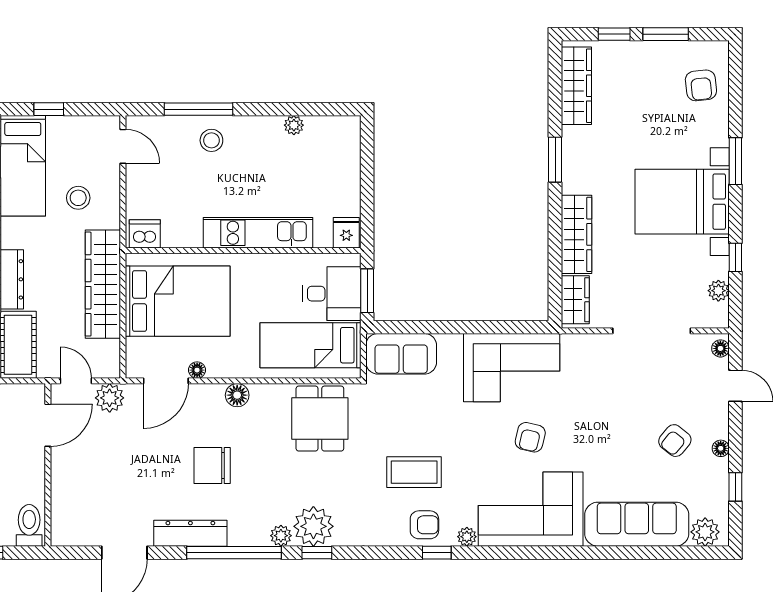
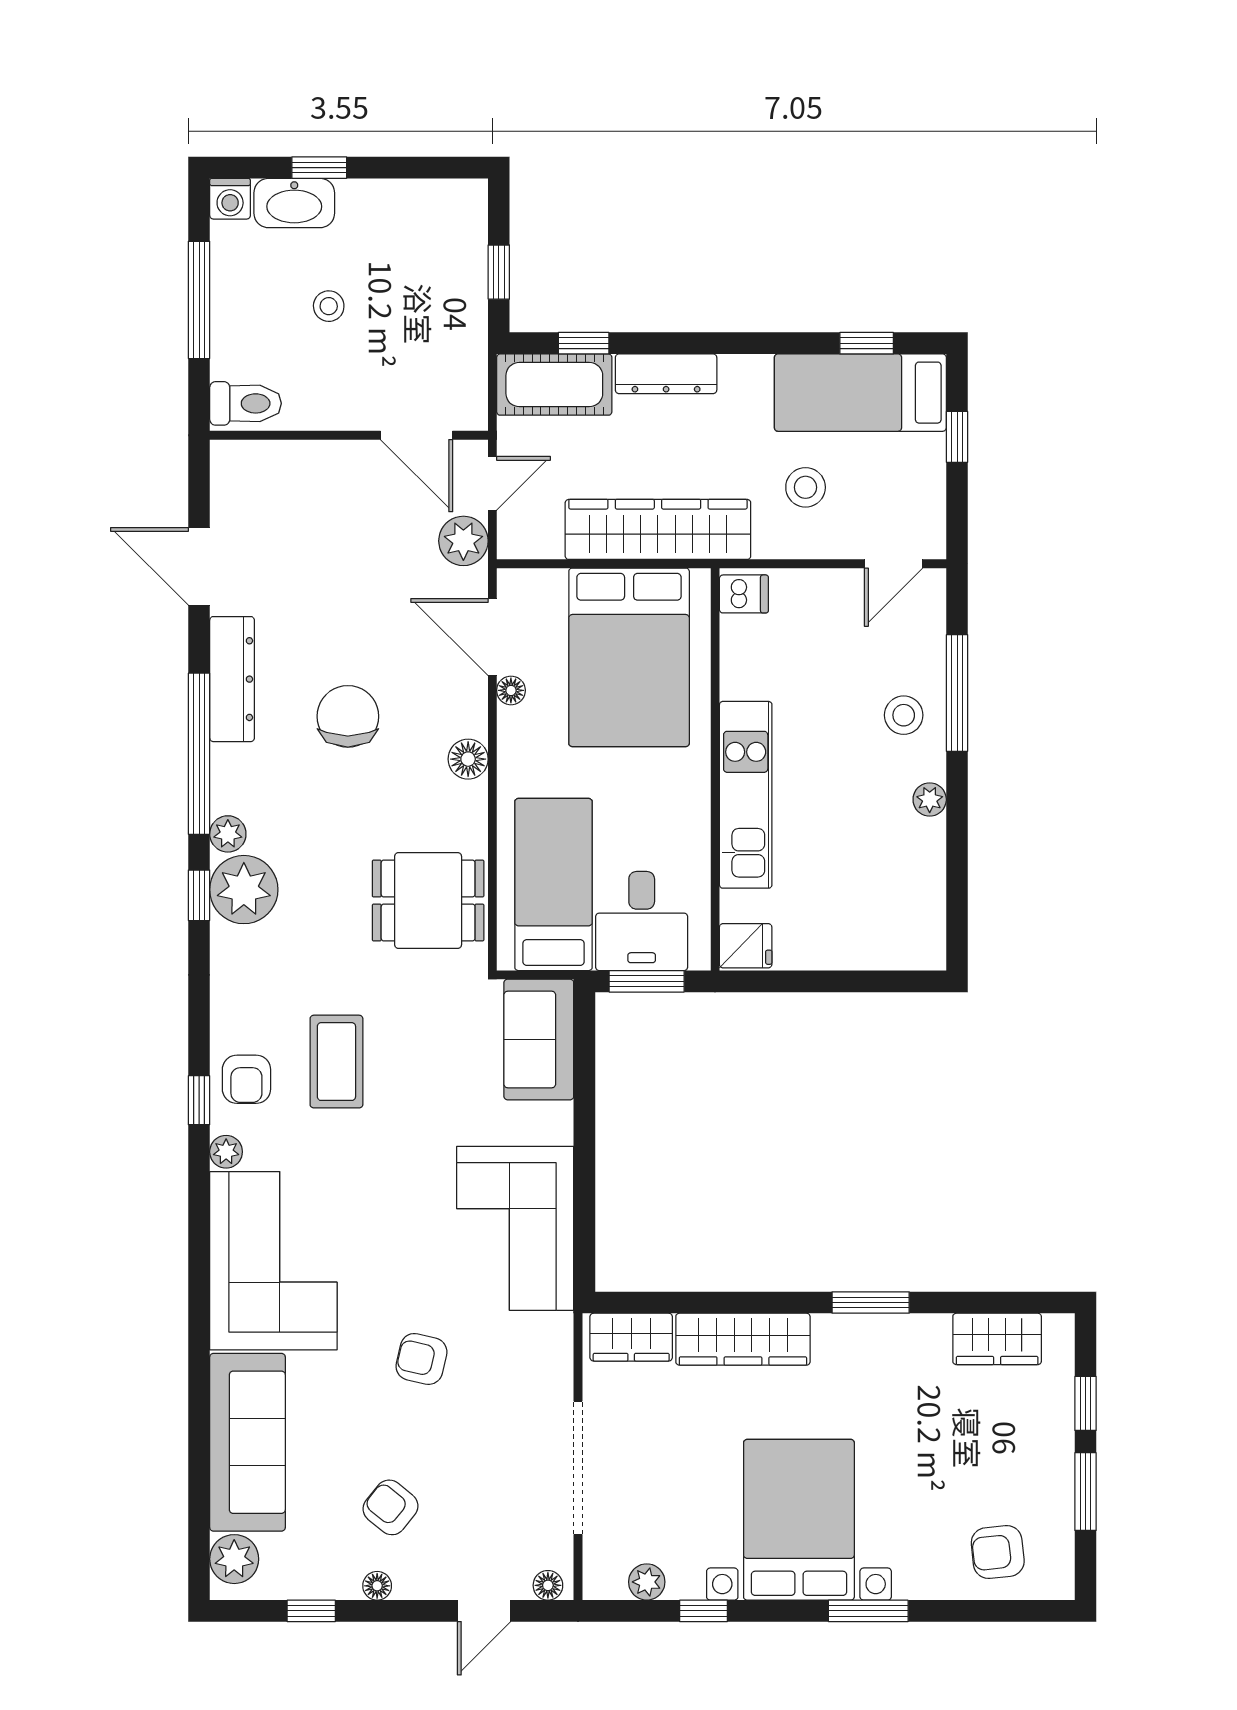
wardrobe: (576, 86) -> (997, 1339), width x0.67
plant: (294, 125) -> (930, 800), moved
dishwasher: (145, 234) -> (744, 594), width x0.73
armchair: (530, 437) -> (421, 1359), moved

